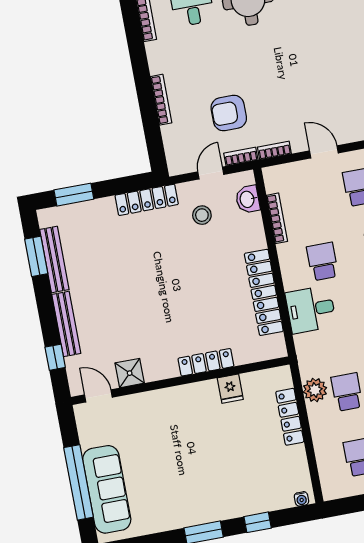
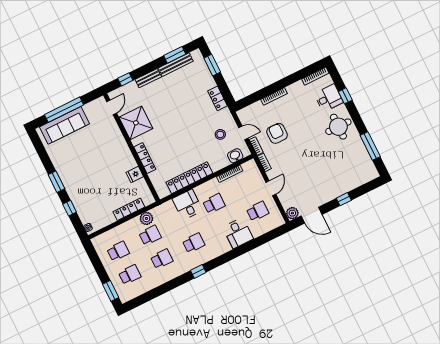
locker: (147, 200) -> (218, 98), width x0.66
bench: (66, 324) -> (148, 78), width x0.73
shower: (130, 373) -> (136, 123), width x1.86, depth x1.86

